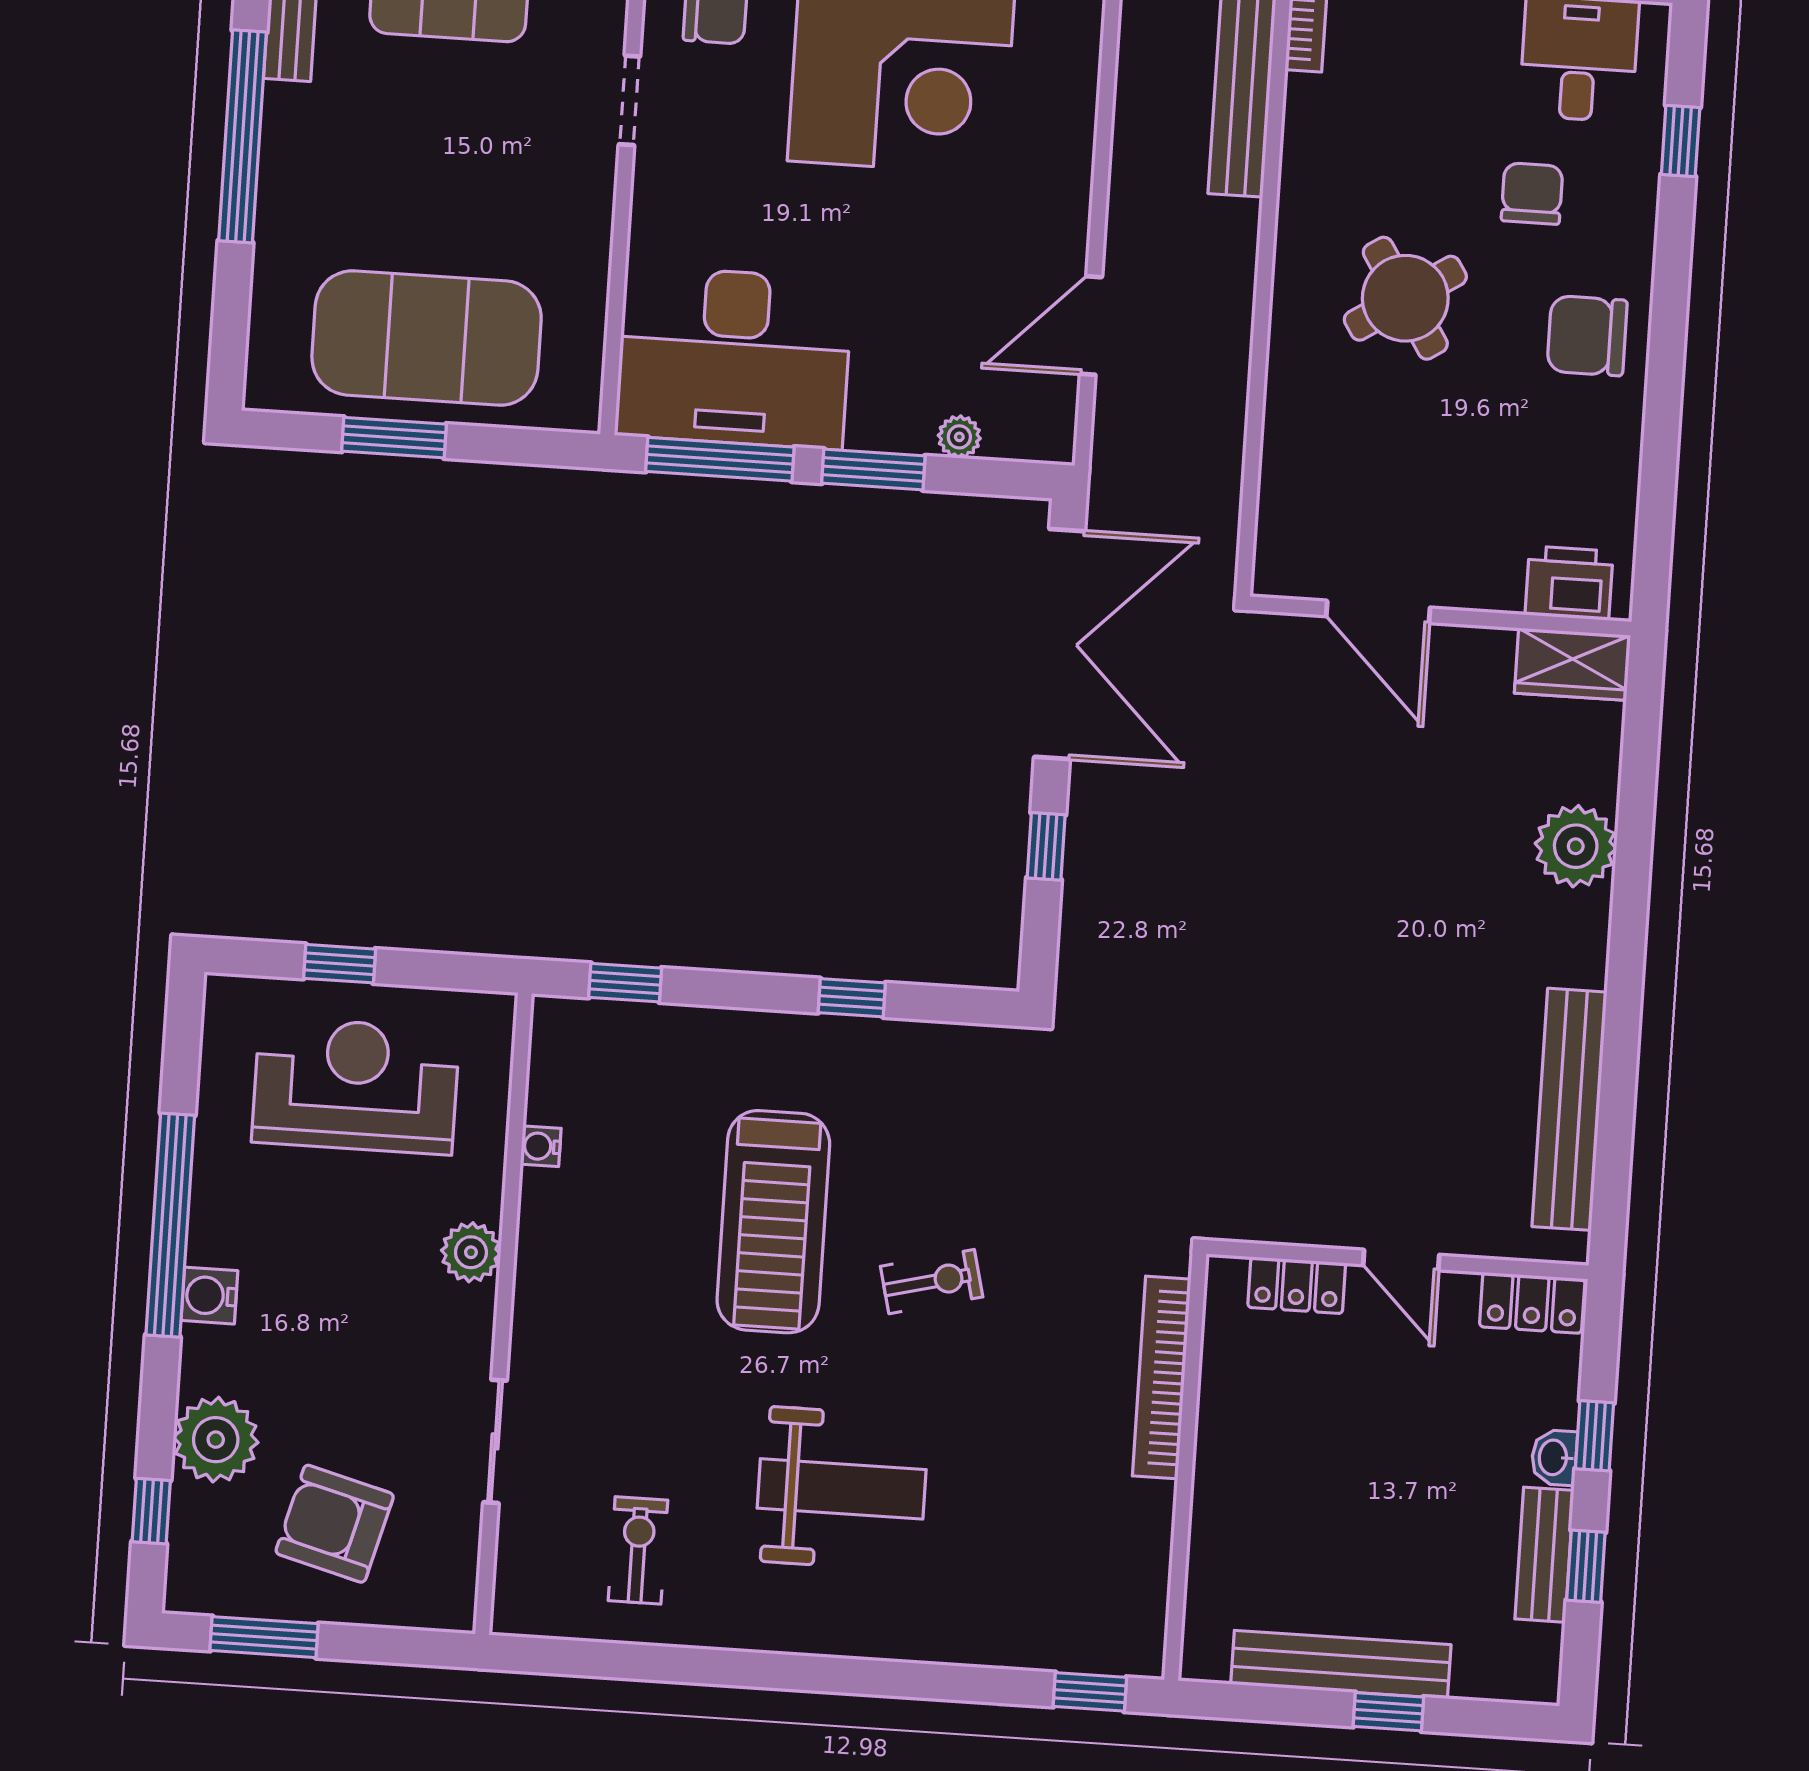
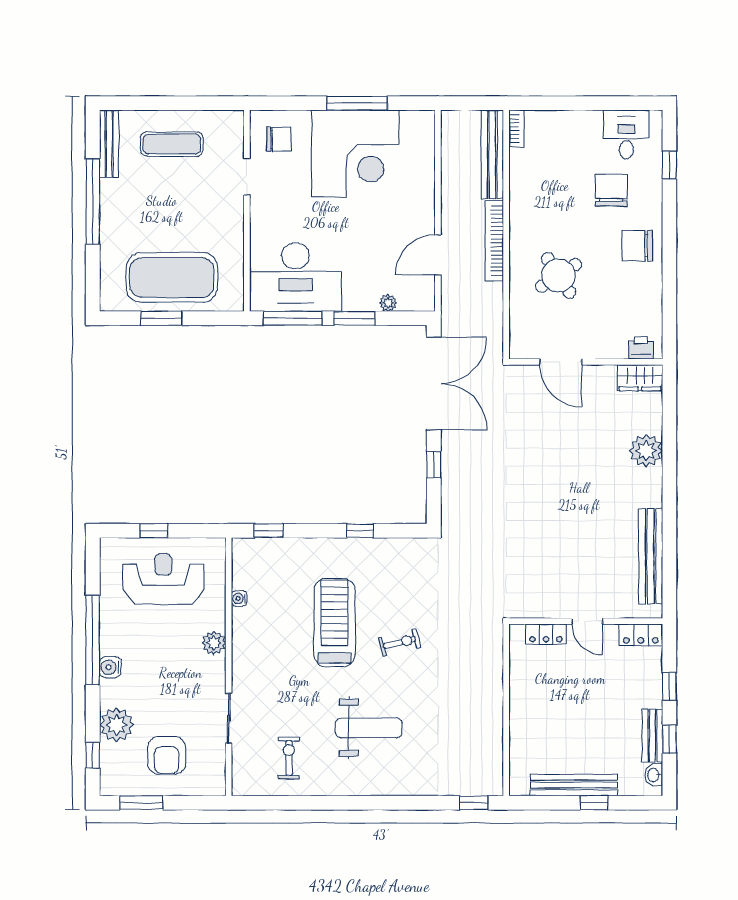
chair: (1532, 194) -> (611, 190), width x1.37, depth x1.37
round table: (1405, 298) -> (558, 275), moved
printer: (1569, 583) -> (641, 348), width x0.73, depth x0.81
treadmill: (773, 1222) -> (334, 623), turned 180
bookcase: (1162, 1378) -> (494, 241), moved
washbasin: (1554, 1457) -> (654, 775), moved
armchair: (335, 1524) -> (167, 755), turned -105

